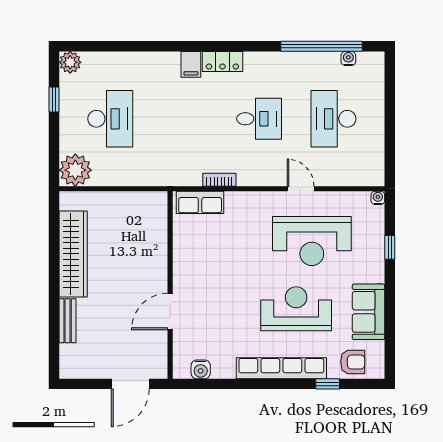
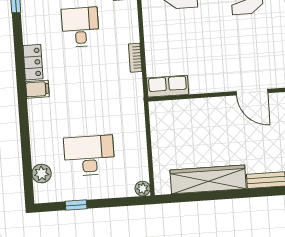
plant: (70, 62) -> (42, 174), moved
plant: (75, 170) -> (143, 189), width x0.53, depth x0.53
row of seats: (200, 202) -> (168, 86), moved, turned -90

